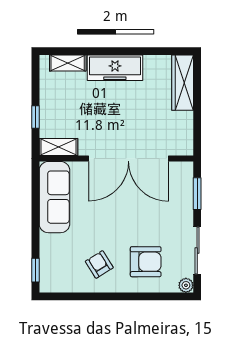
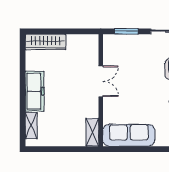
window: (35, 117) -> (71, 149), removed
double door: (128, 159) -> (101, 81), width x0.54

